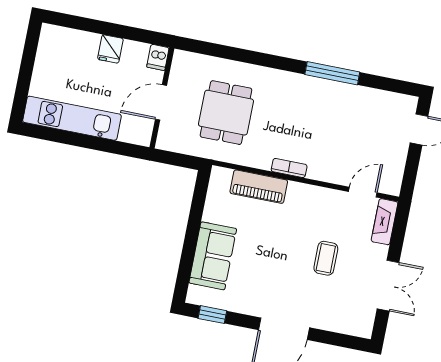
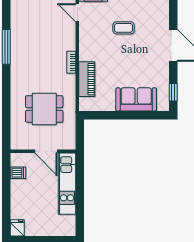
fridge: (110, 49) -> (17, 228), moved, turned -90
dishwasher: (158, 57) -> (18, 173), moved
kitchen unit: (72, 118) -> (67, 184), moved

